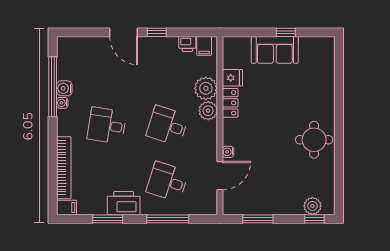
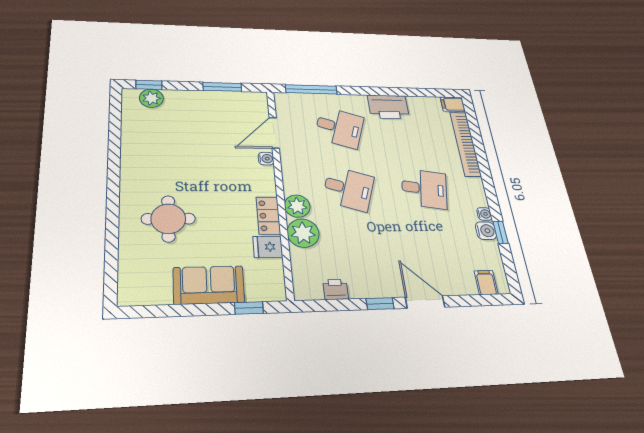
window: (286, 32) -> (249, 308), moved
filing cabinet: (204, 46) -> (486, 283), moved
window: (53, 87) -> (501, 232), width x0.32
round table: (314, 140) -> (168, 219), moved
window: (108, 219) -> (404, 92), removed
window: (168, 219) -> (311, 89), moved

